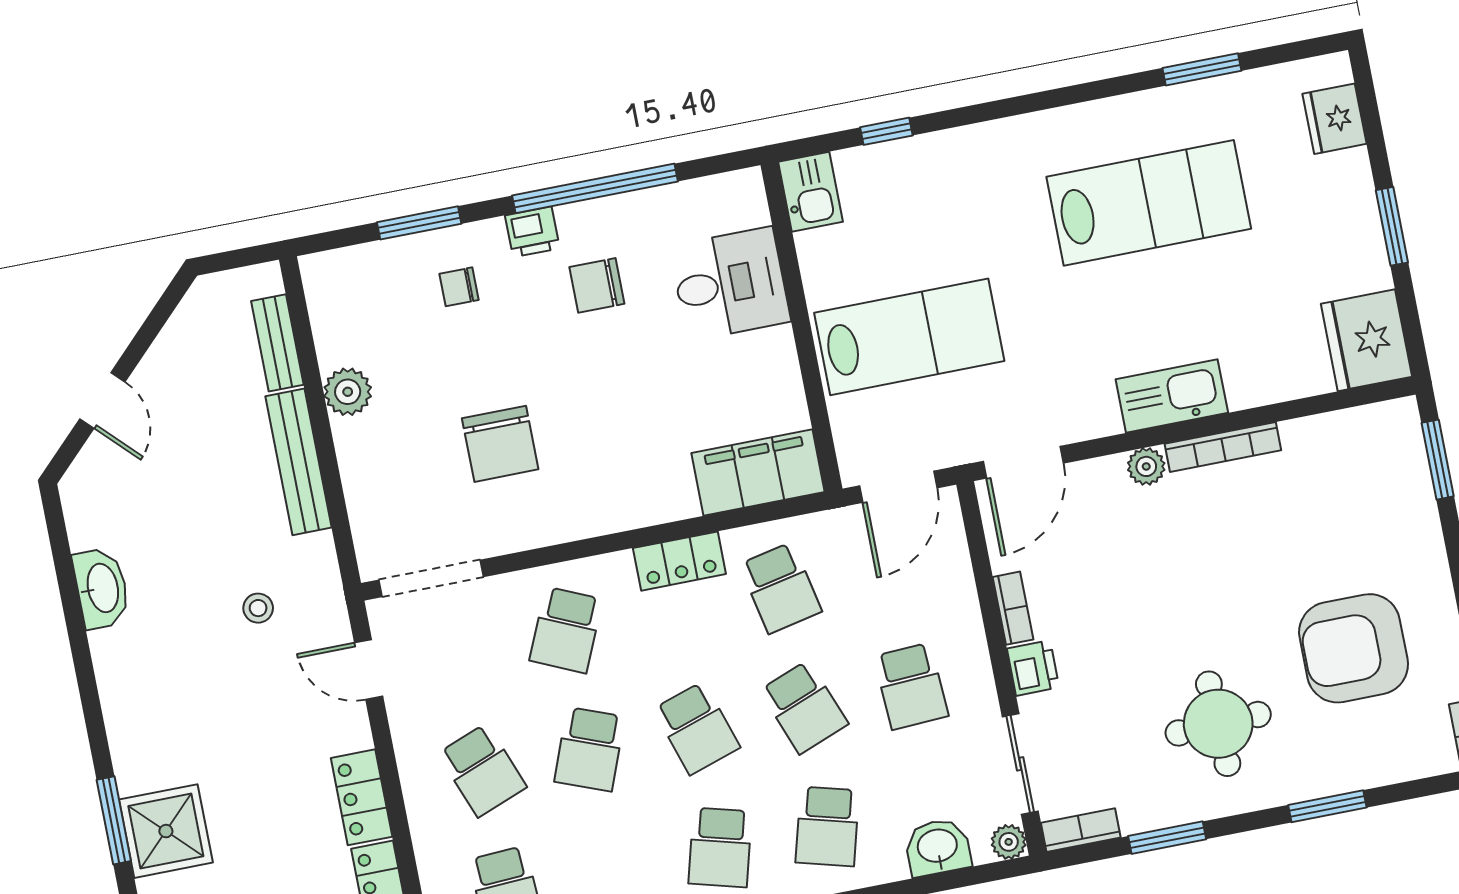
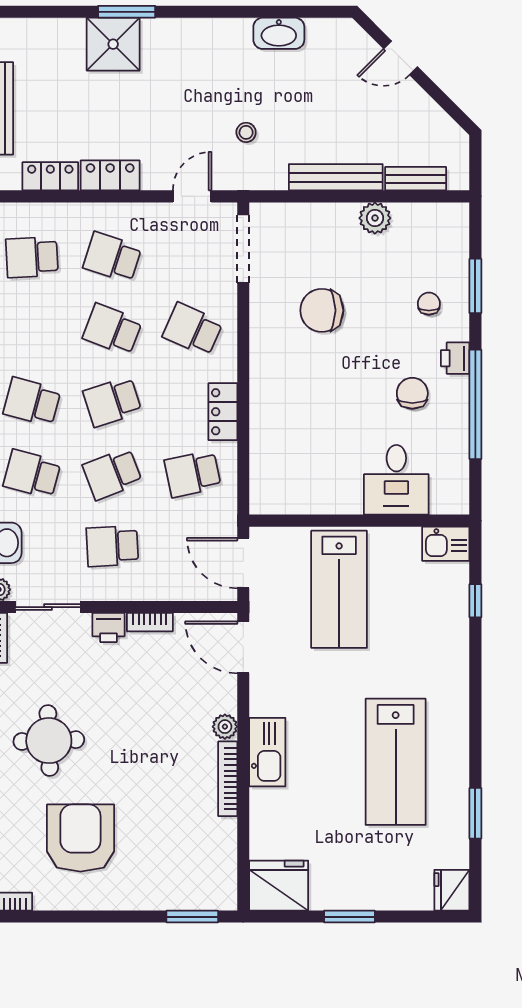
fridge: (1334, 119) -> (452, 890), moved, turned -90
filing cabinet: (758, 473) -> (270, 474), removed
school desk: (482, 770) -> (112, 257), turned 39

